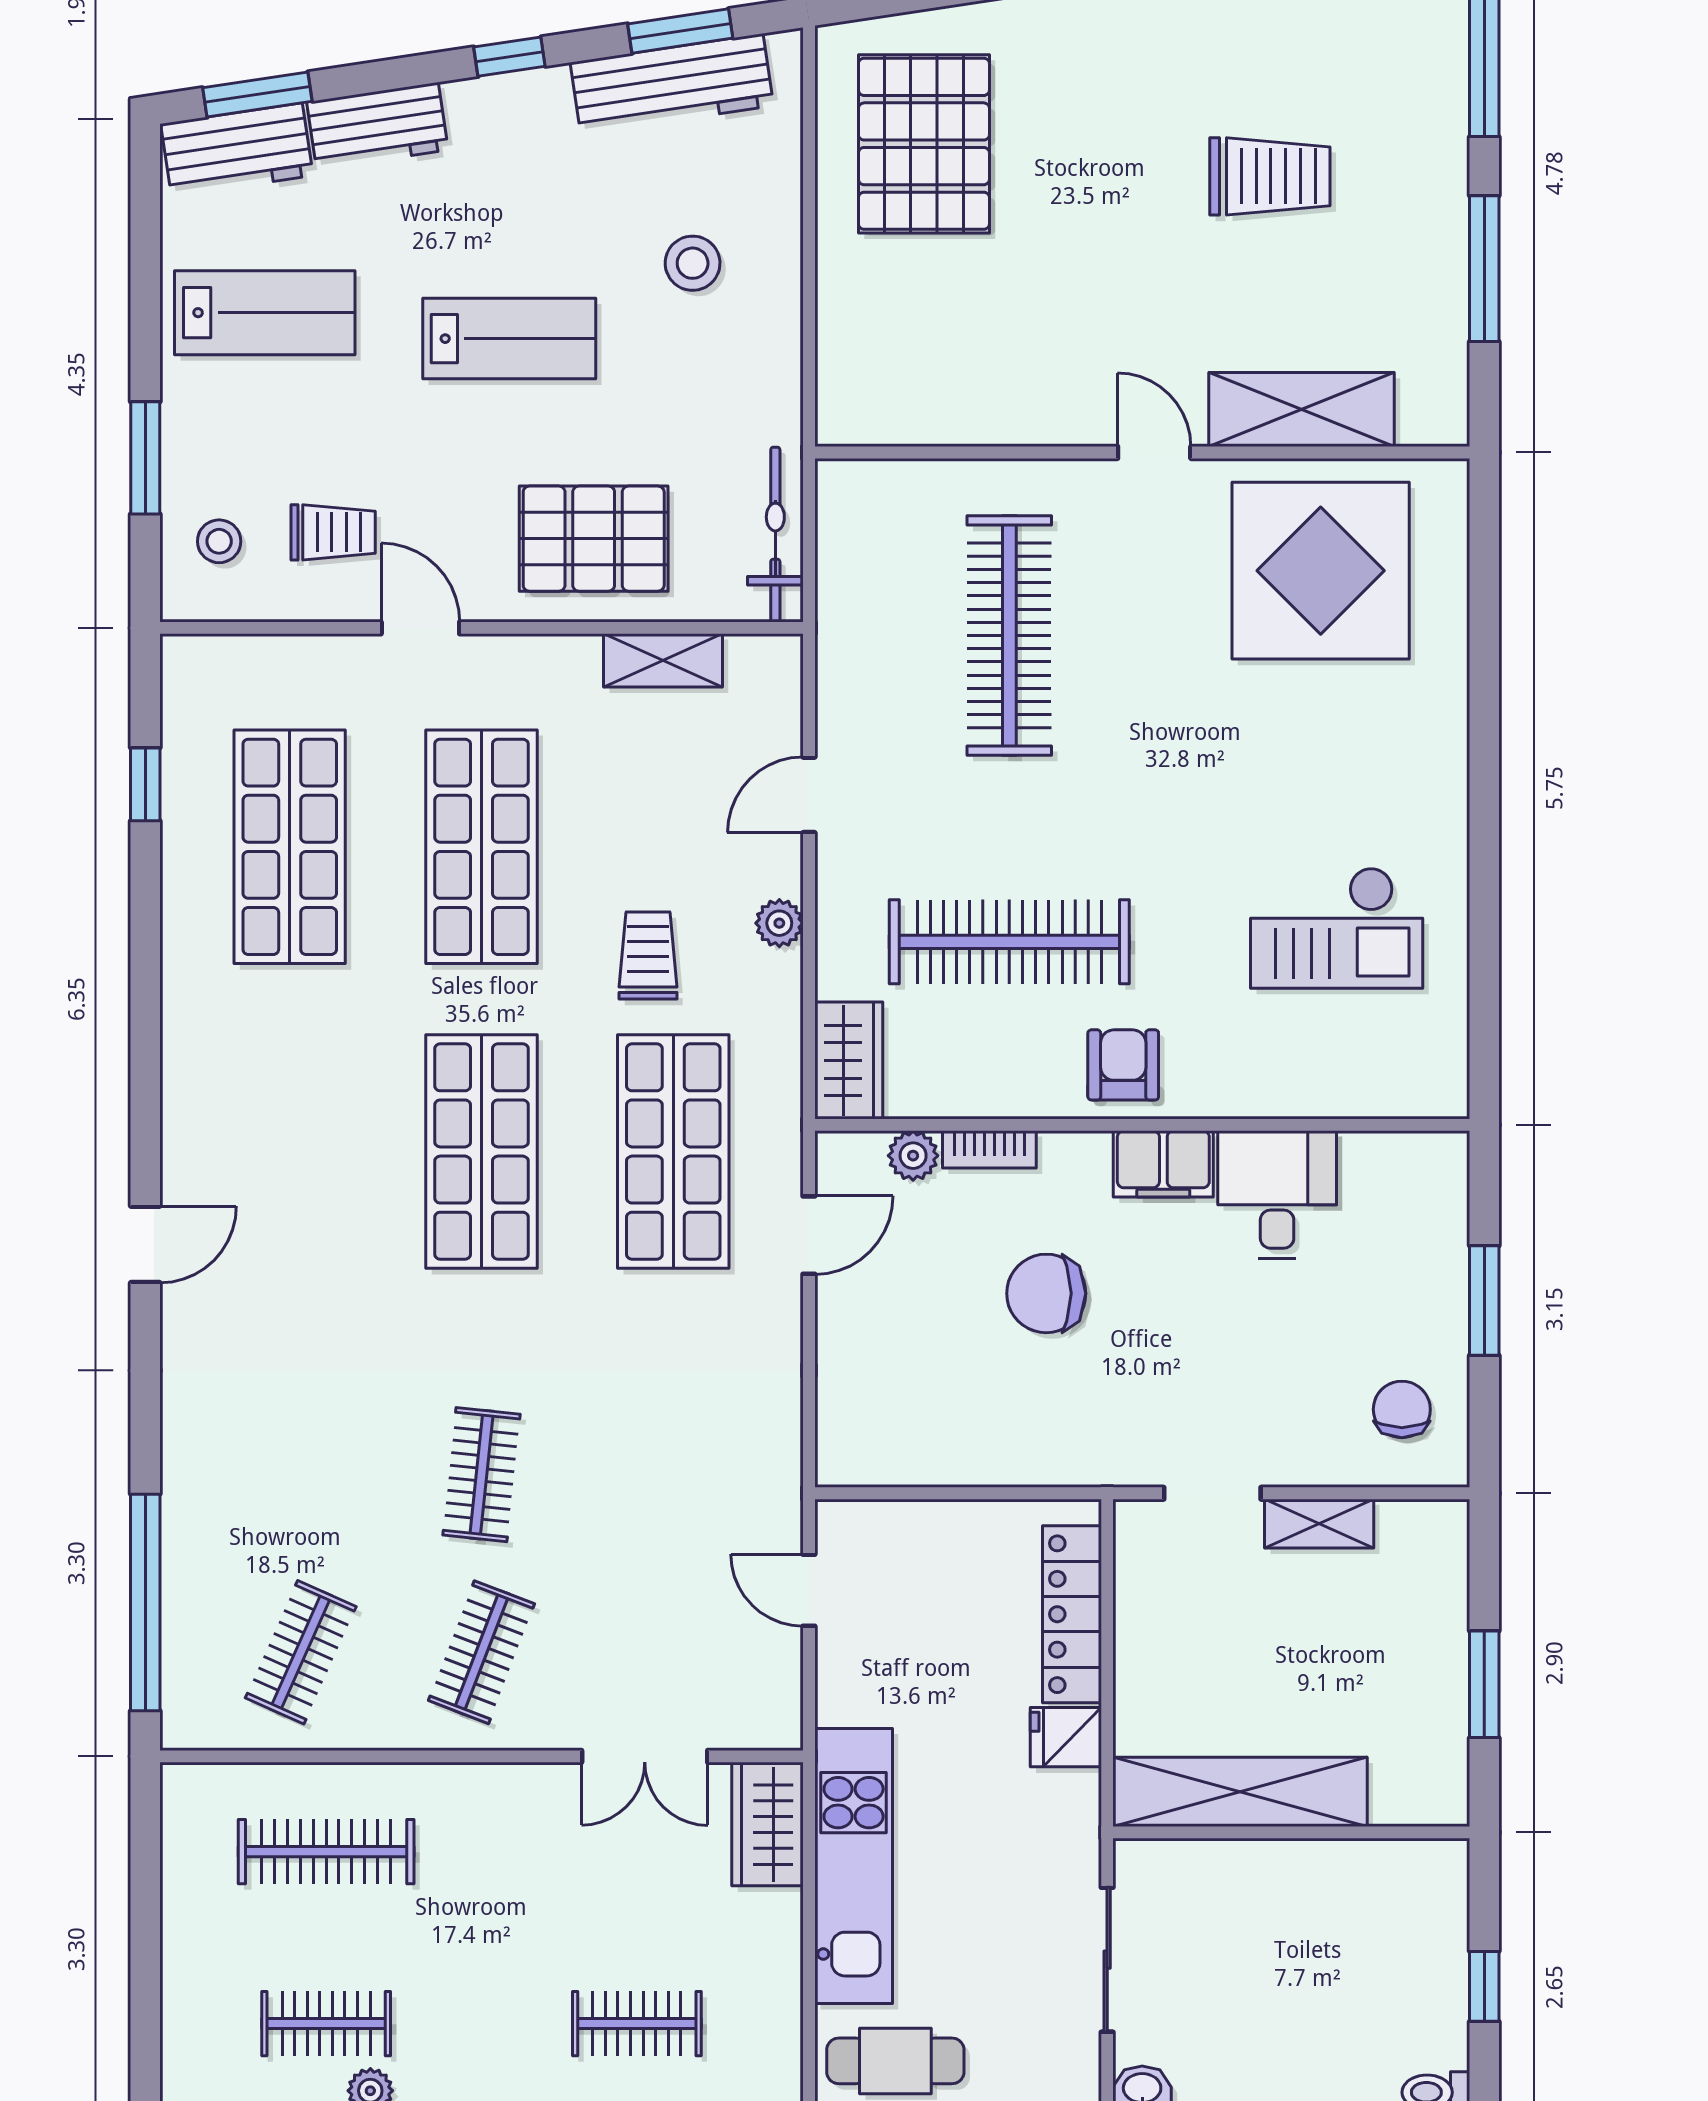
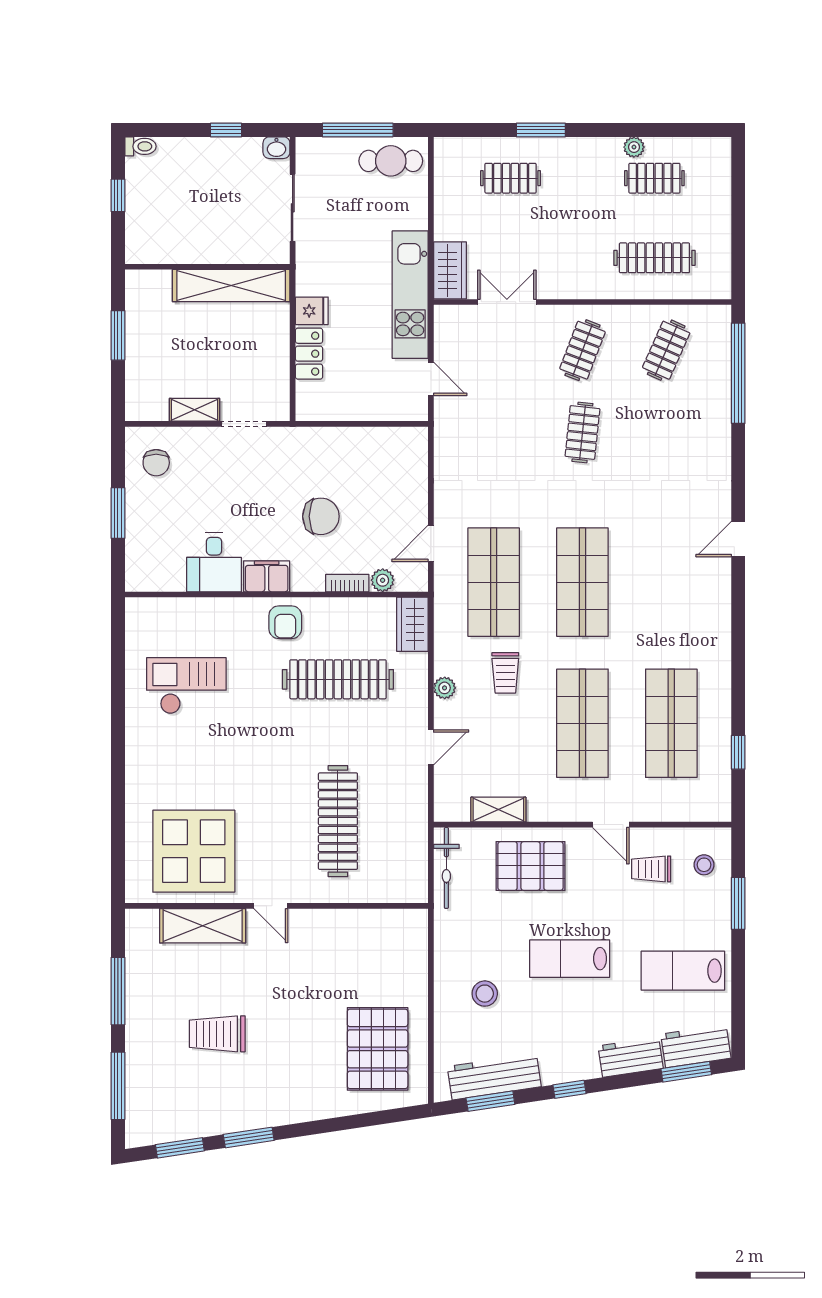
locker: (1072, 1614) -> (309, 354), width x0.66
kitchen unit: (854, 1866) -> (410, 295), moved

